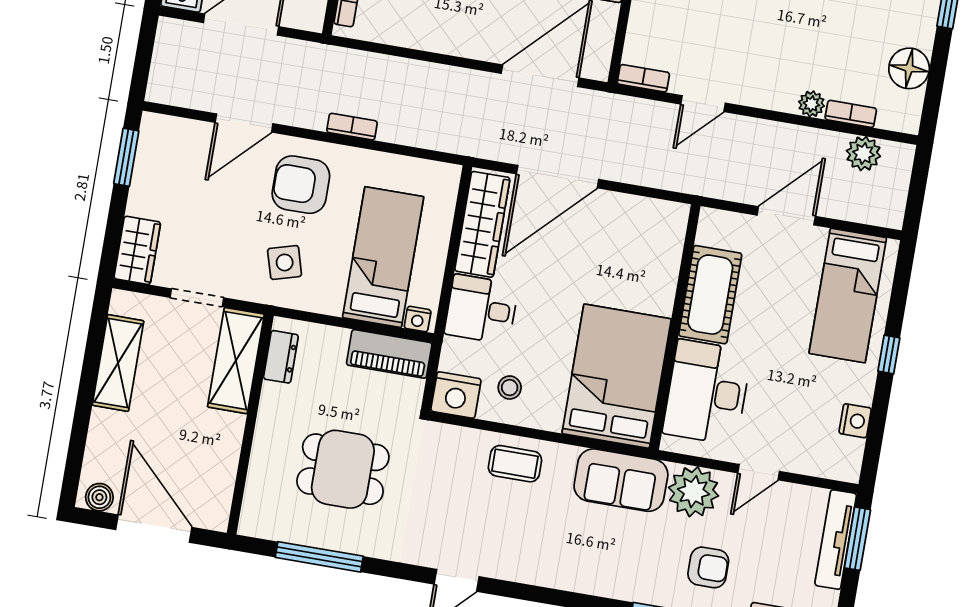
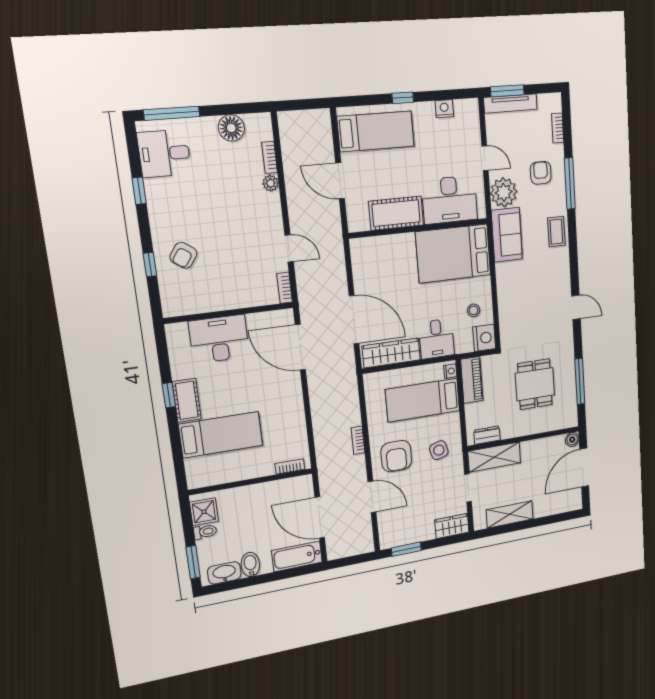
plant: (863, 154) -> (291, 143), removed
coffee table: (515, 464) -> (556, 232), moved
boiler: (99, 497) -> (572, 439), moved

